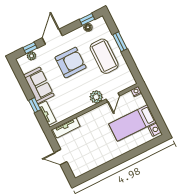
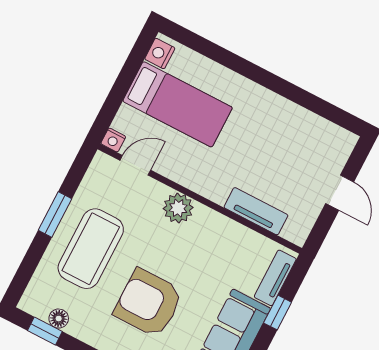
window: (120, 42) -> (55, 215), moved
door: (113, 97) -> (135, 165), moved
tv unit: (66, 128) -> (256, 211), moved

